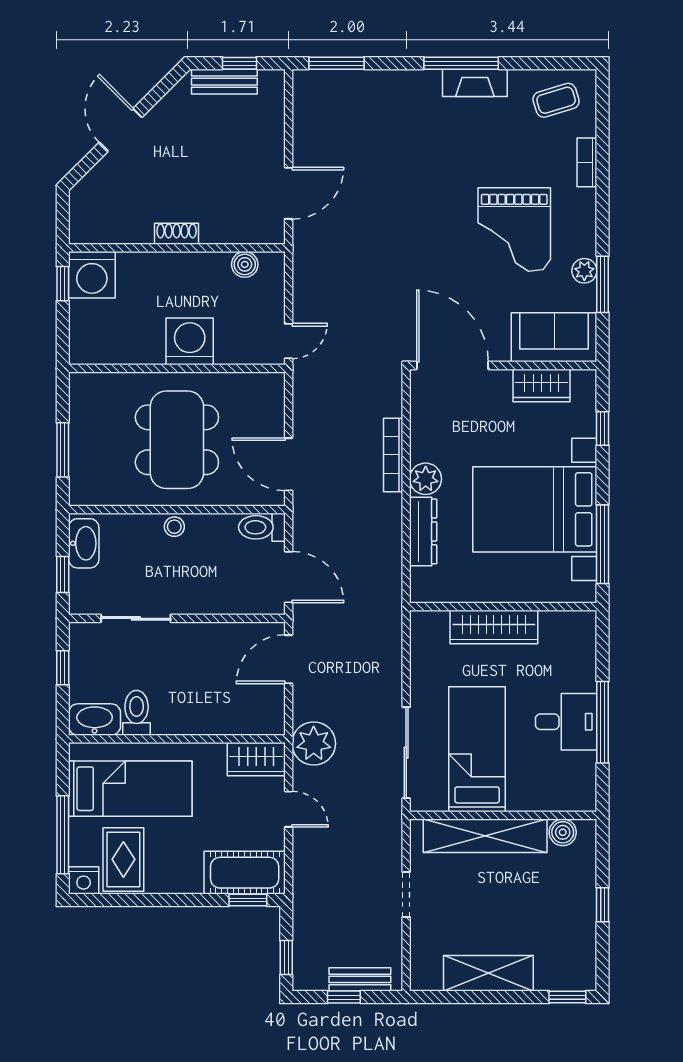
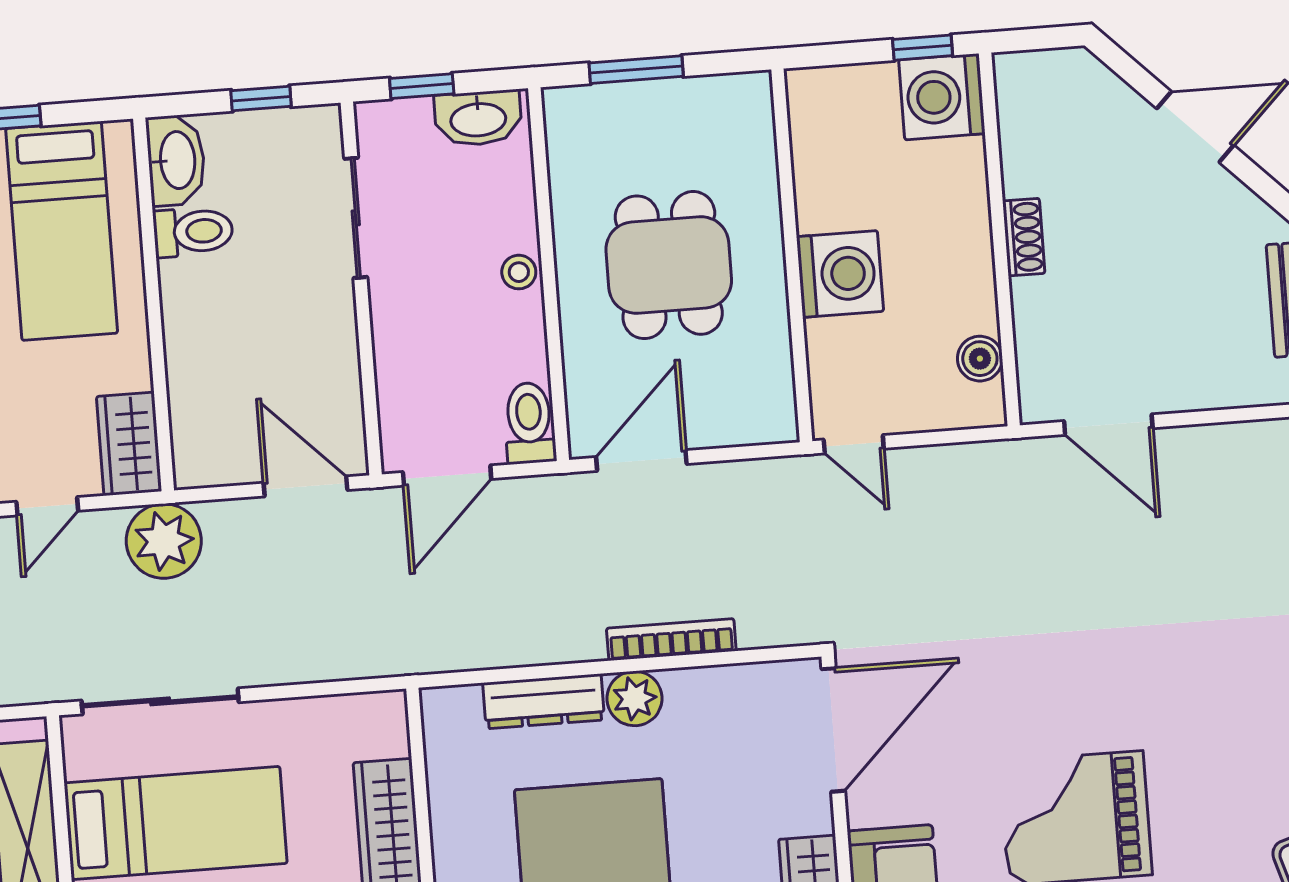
dining table: (177, 440) -> (669, 265), width x0.73

